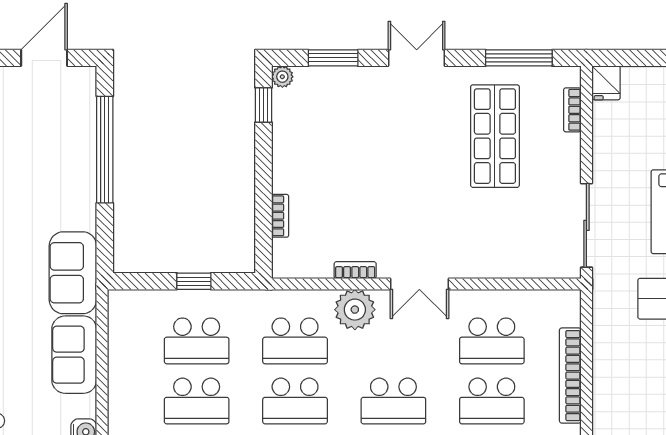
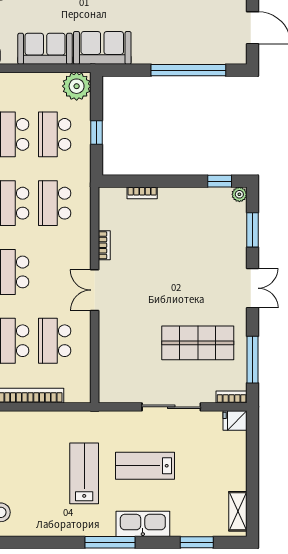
bookcase: (572, 110) -> (232, 397), moved
sliding door: (586, 225) -> (171, 407), moved
plant: (355, 310) -> (77, 86), moved

